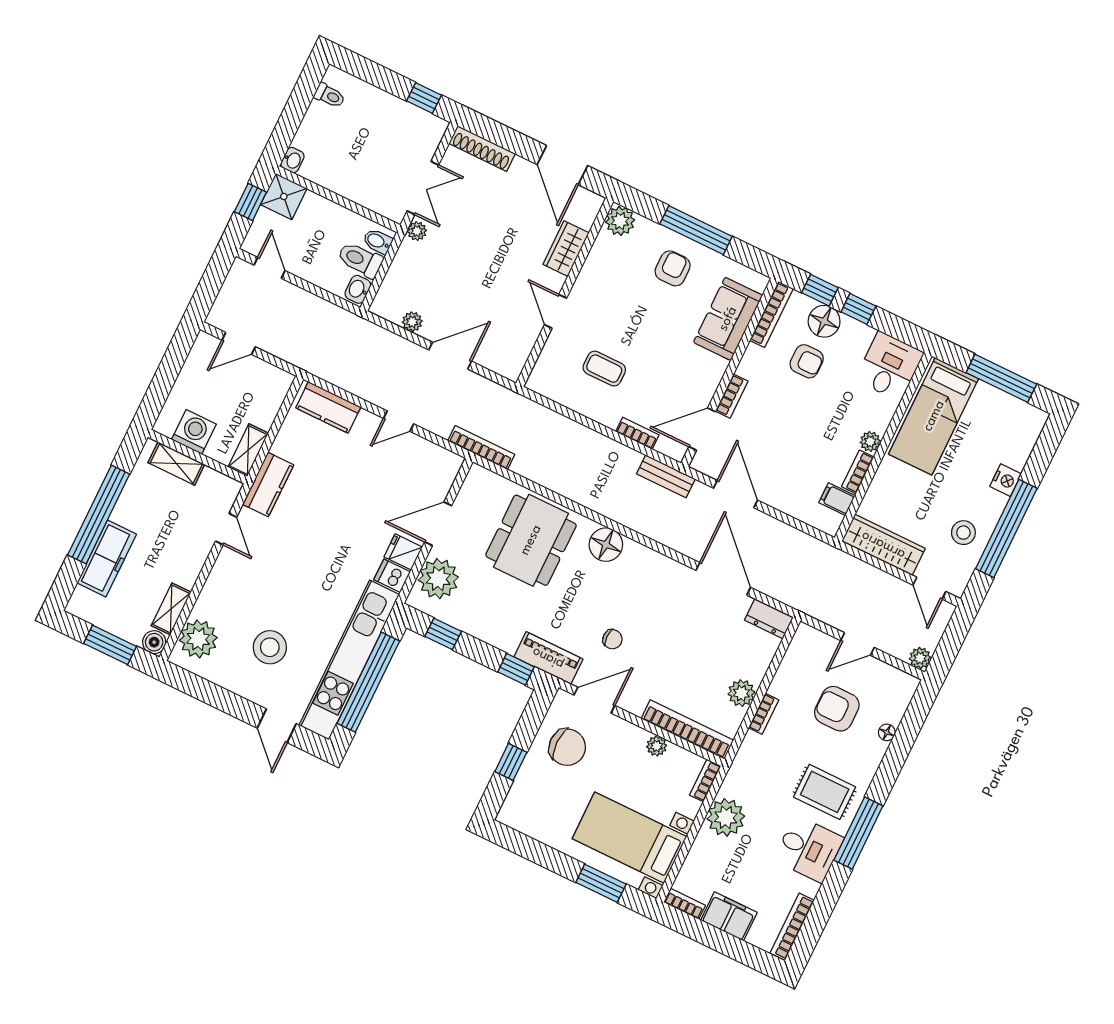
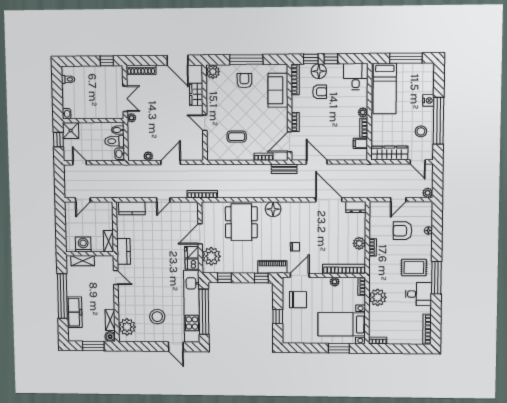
filing cabinet: (729, 916) -> (399, 337), removed

